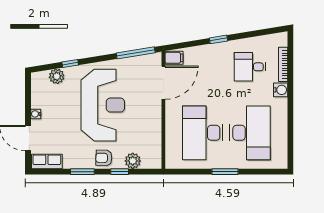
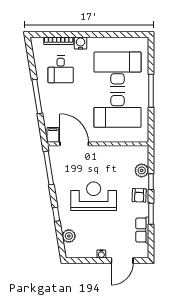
window: (219, 39) -> (37, 96), width x2.17
window: (70, 63) -> (56, 214), moved
reception desk: (103, 105) -> (94, 196), width x0.74, depth x0.77
row of seats: (47, 161) -> (142, 230), moved
window: (225, 172) -> (151, 91), width x1.44

